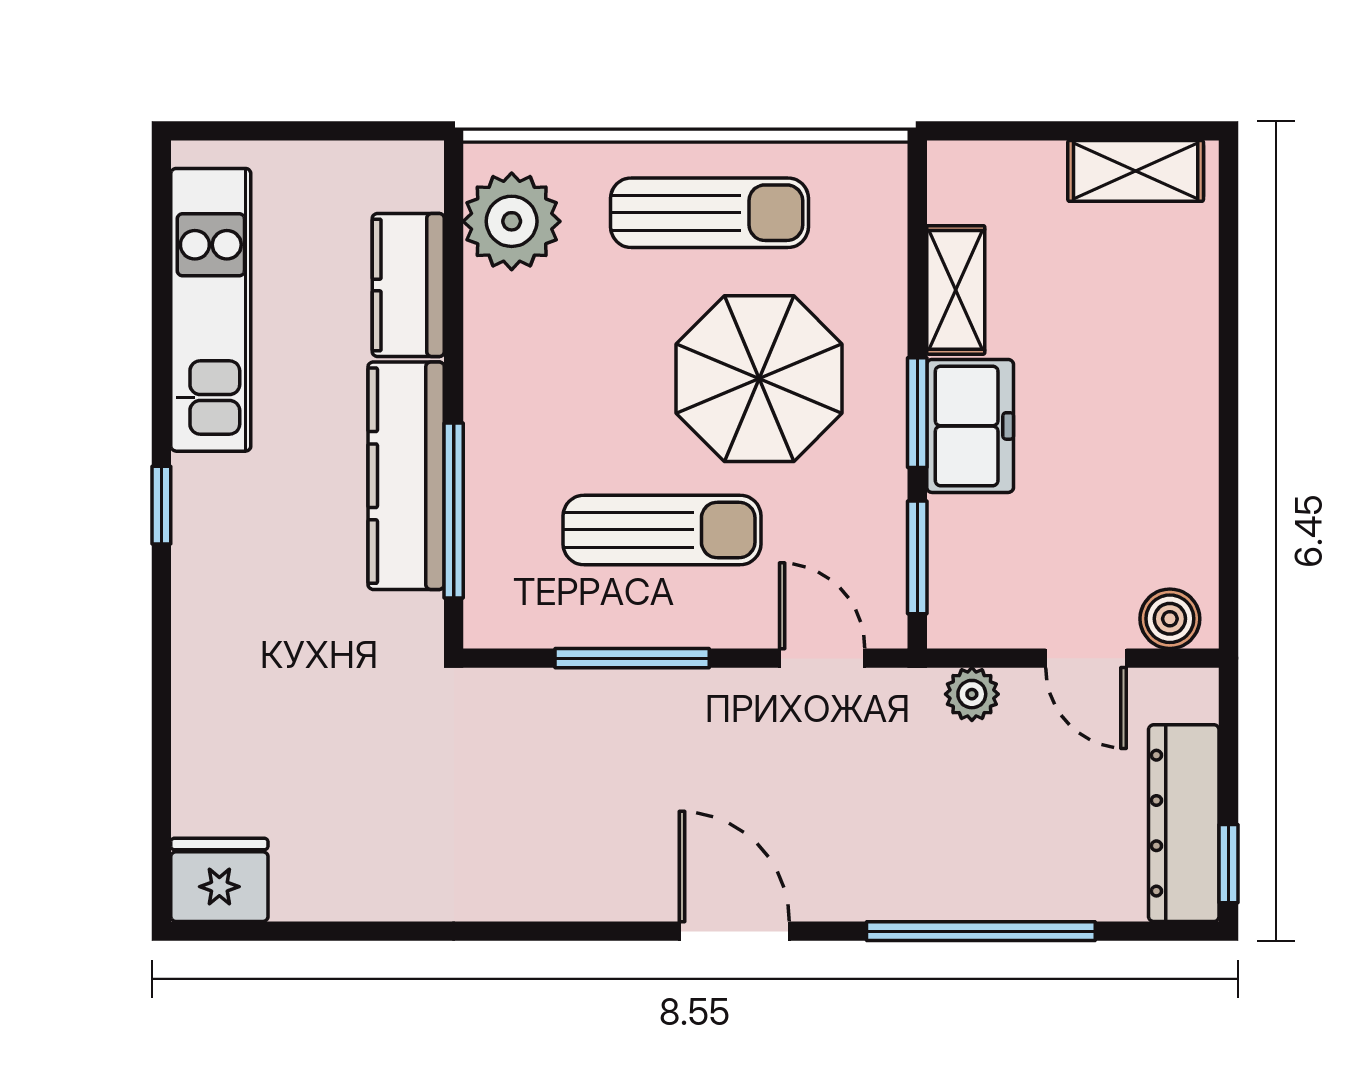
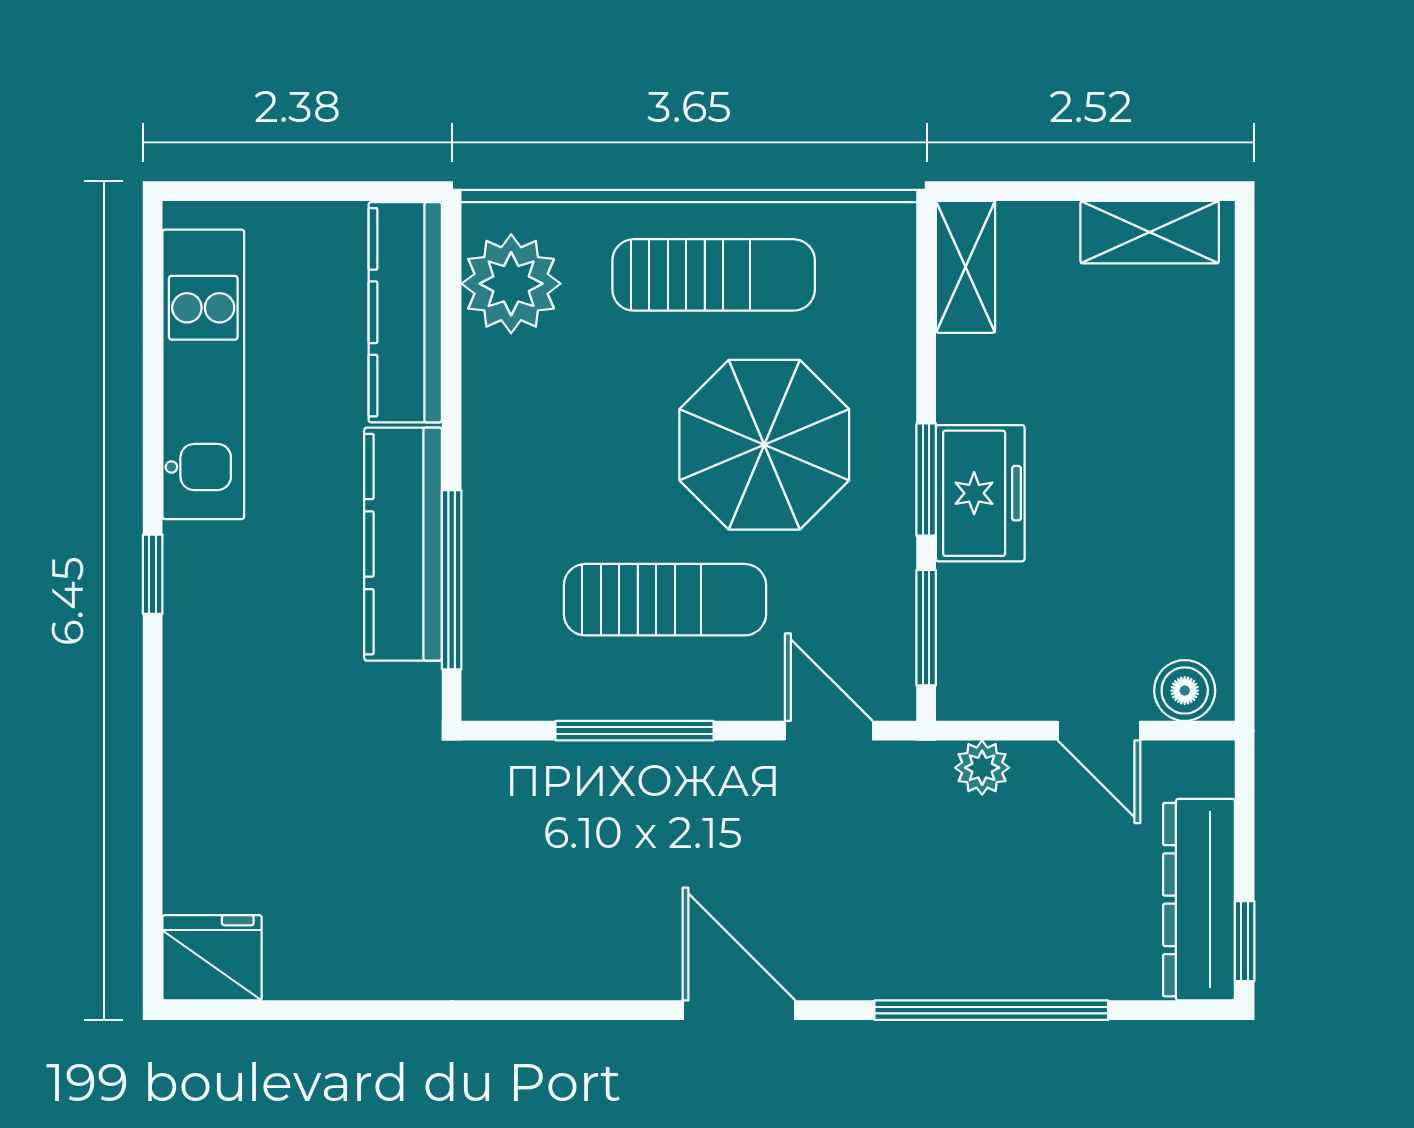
kitchen counter: (408, 285) -> (405, 312), width x1.50
shelving: (956, 290) -> (966, 267), moved

